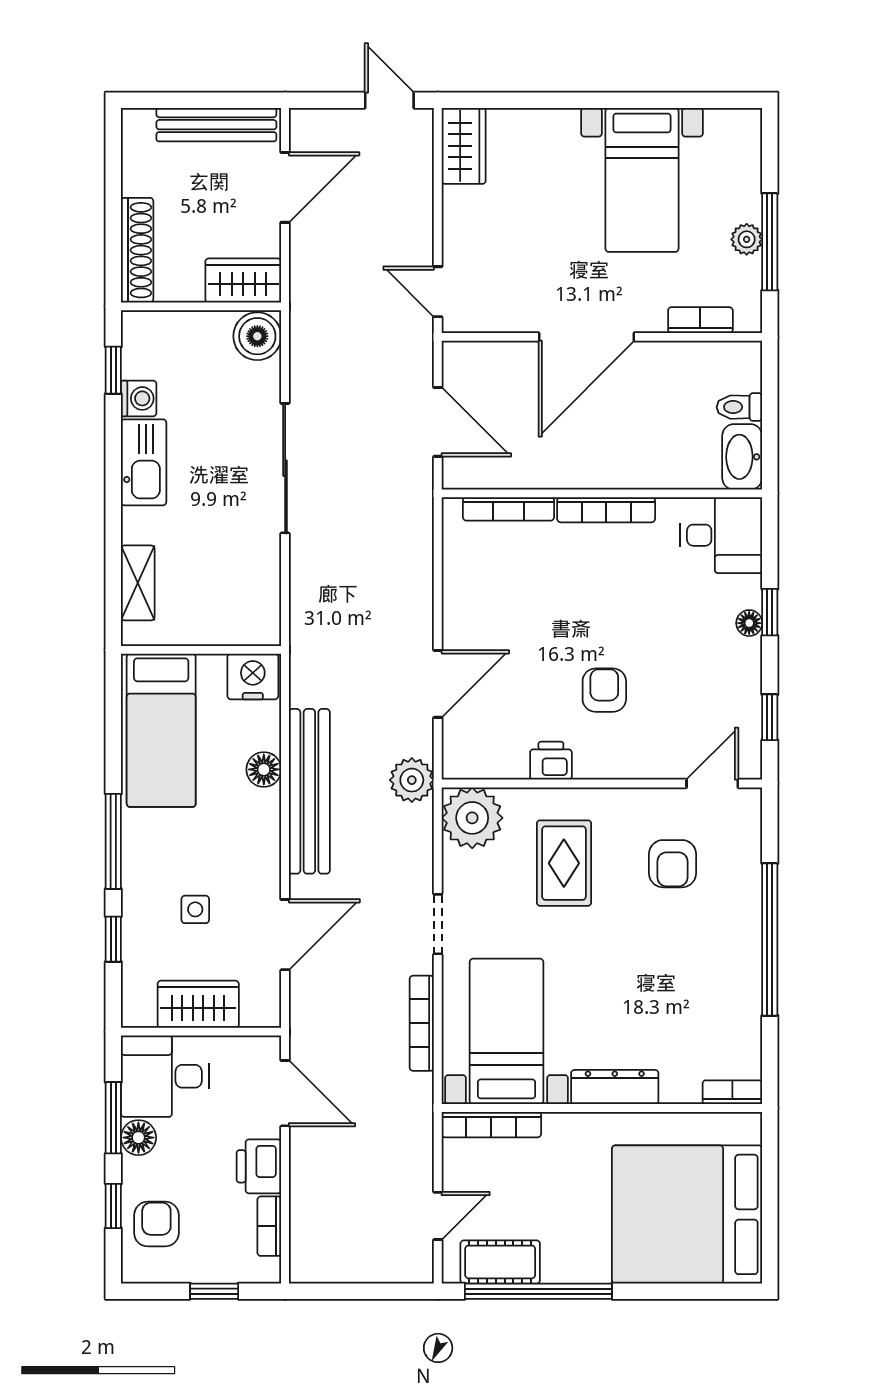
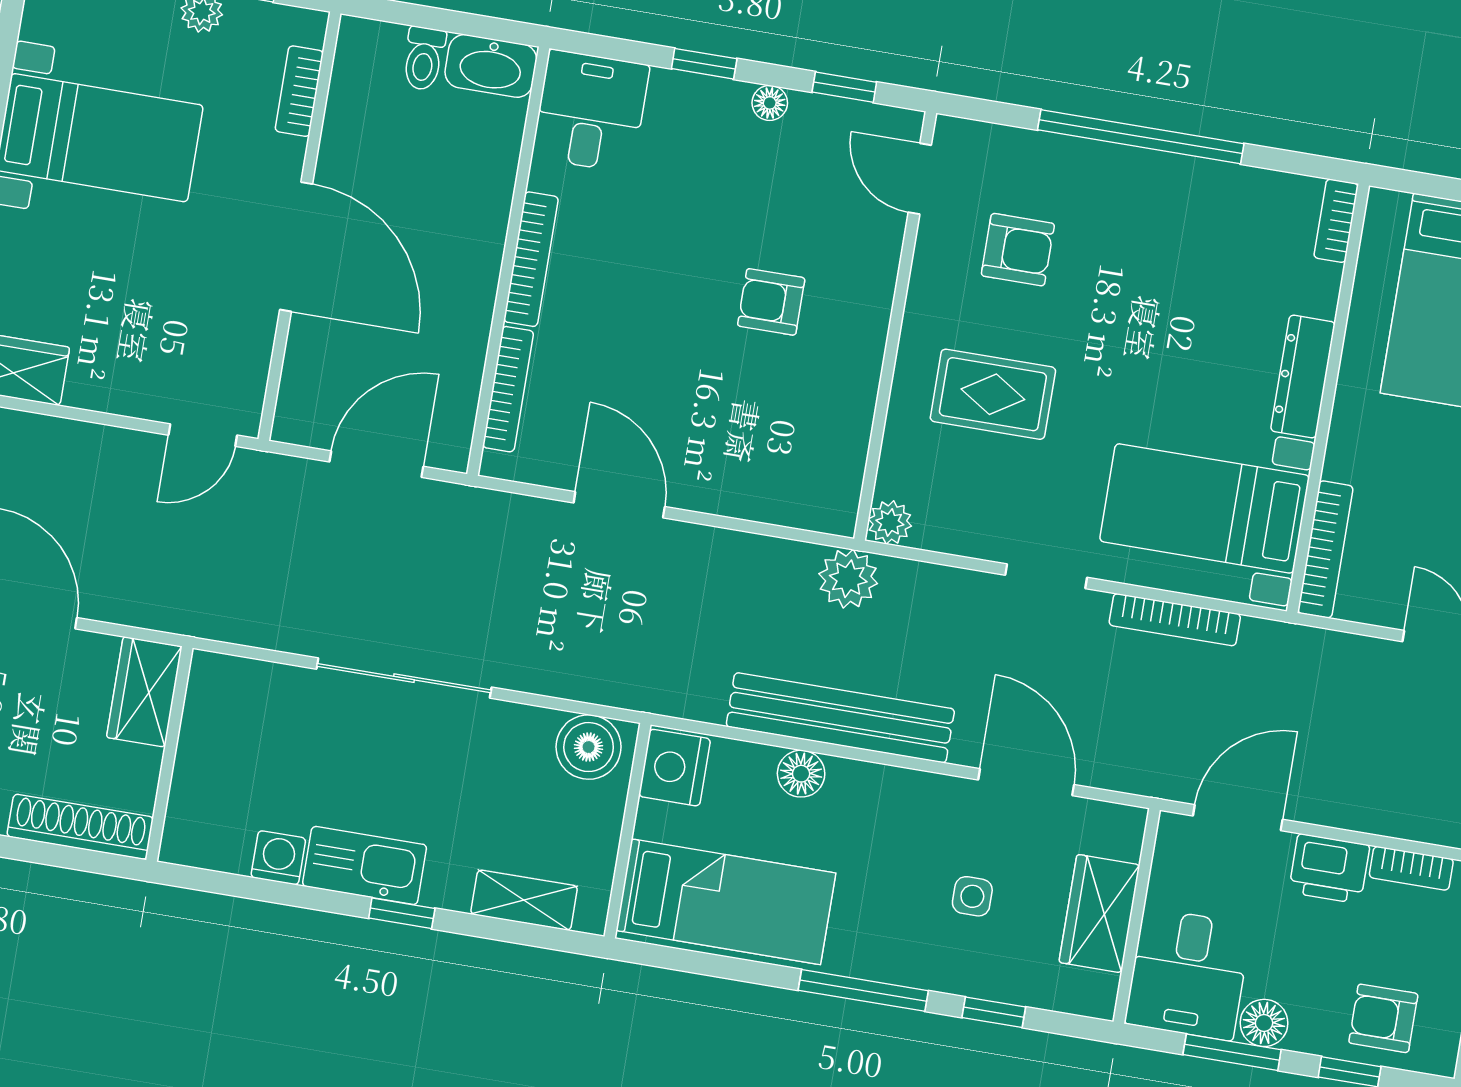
boiler: (257, 336) -> (589, 747), moved
window: (113, 370) -> (402, 913), moved
floor lamp: (749, 623) -> (770, 103), moved
door: (438, 684) -> (619, 505), moved
printer: (551, 761) -> (853, 389), removed
plant: (472, 818) -> (890, 522), width x0.53, depth x0.53

